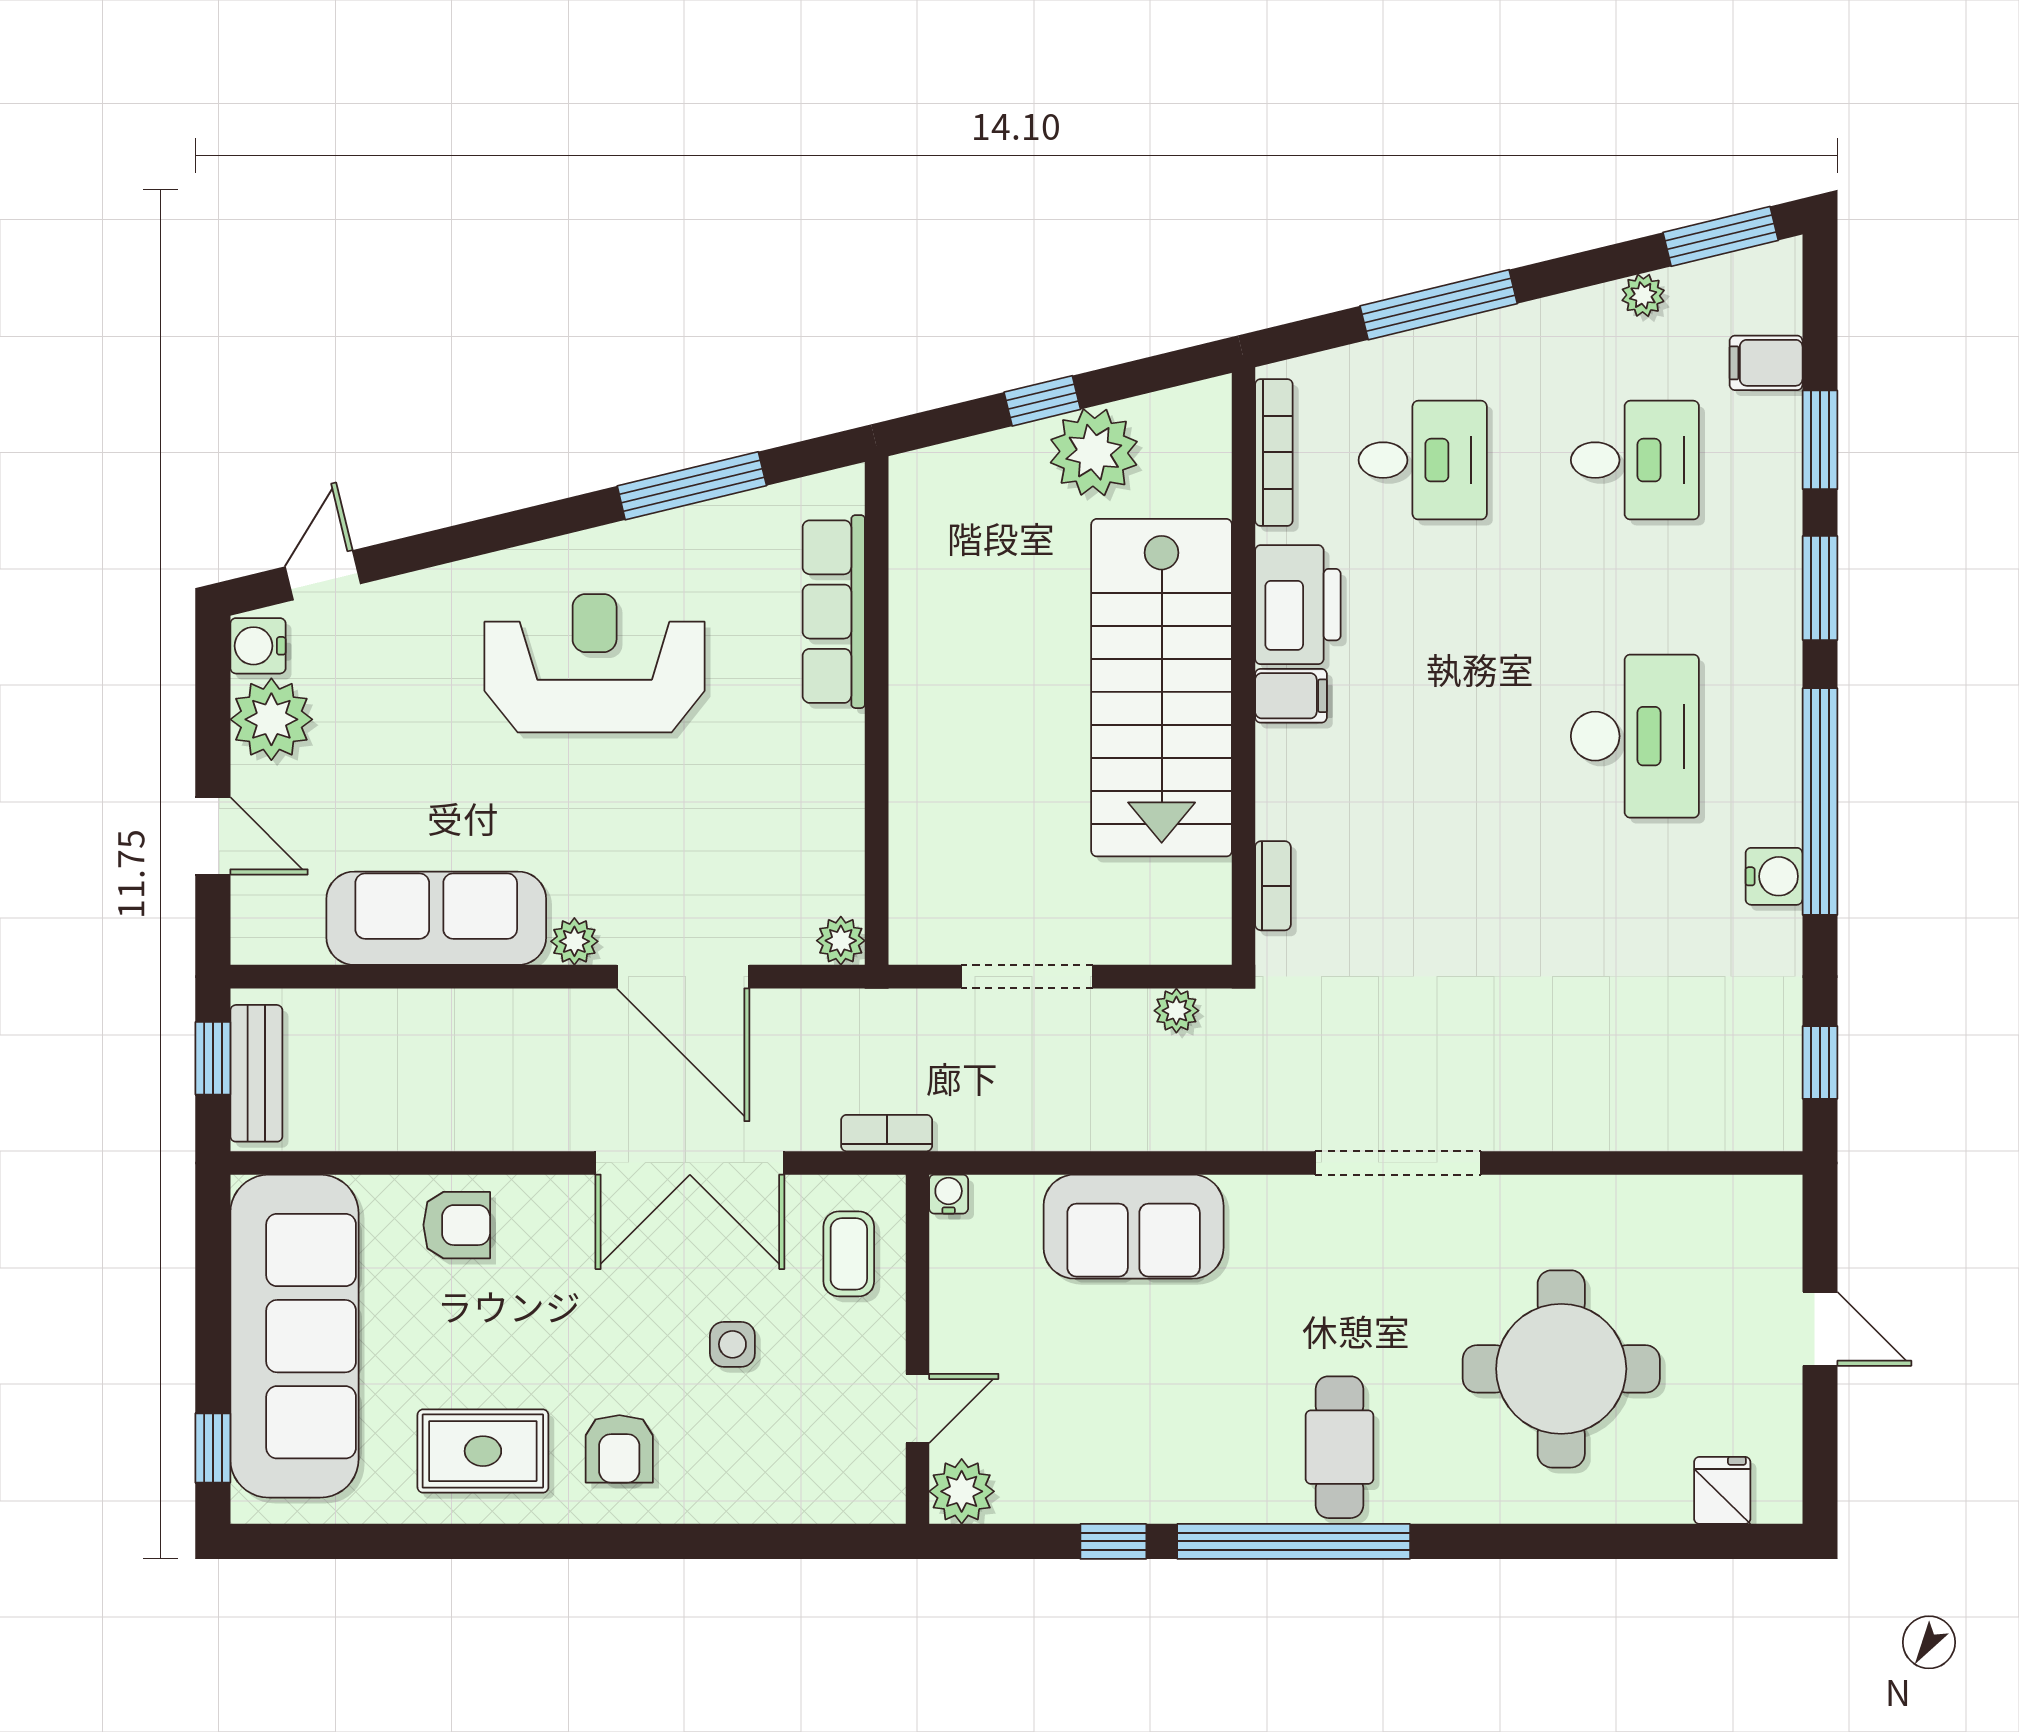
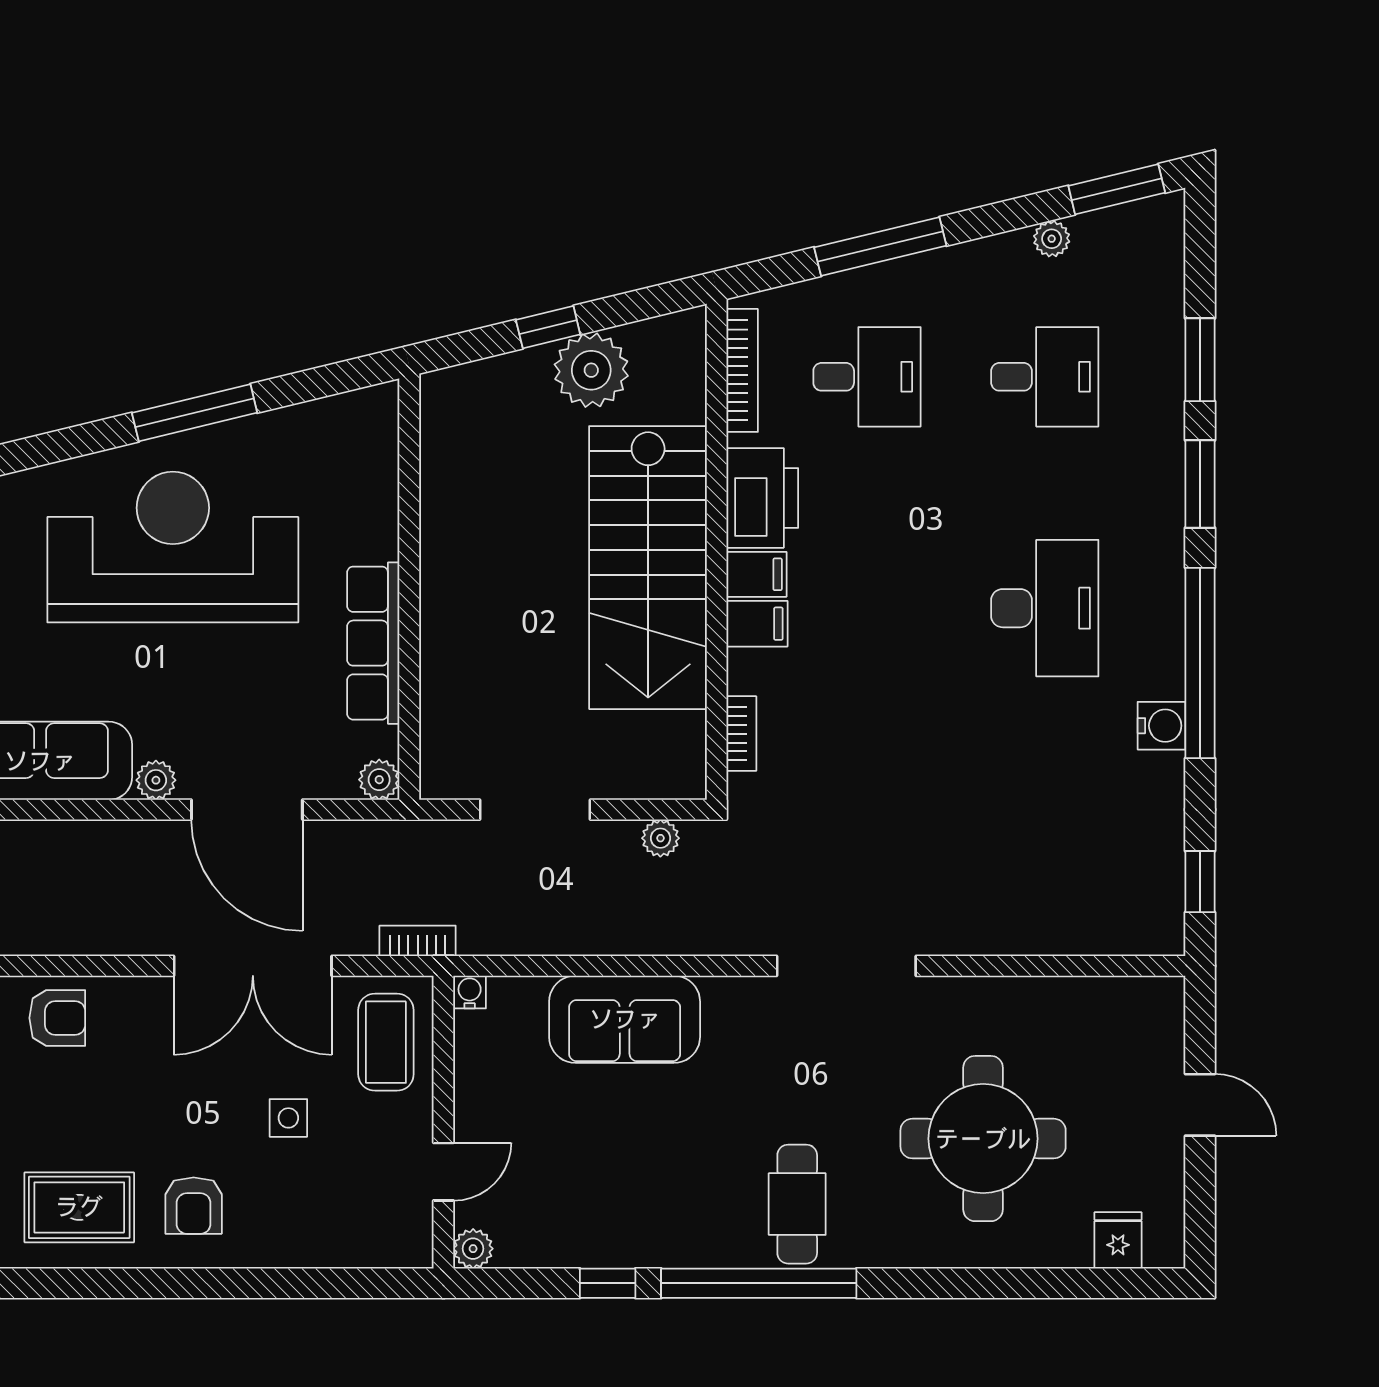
filing cabinet: (1766, 363) -> (757, 624), moved, turned 180
window: (692, 486) -> (195, 413), moved
row of seats: (834, 612) -> (373, 643), moved
reception desk: (595, 663) -> (173, 547), width x1.36, depth x1.30
coffee table: (849, 1254) -> (386, 1042), width x1.36, depth x1.30
plant: (962, 1491) -> (473, 1249), width x0.73, depth x0.73

